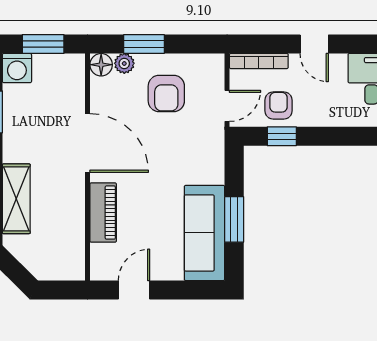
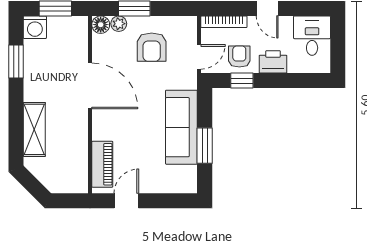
printer: (322, 112) -> (273, 62), added
piano: (103, 213) -> (102, 164), moved
sofa: (204, 233) -> (181, 127), moved

